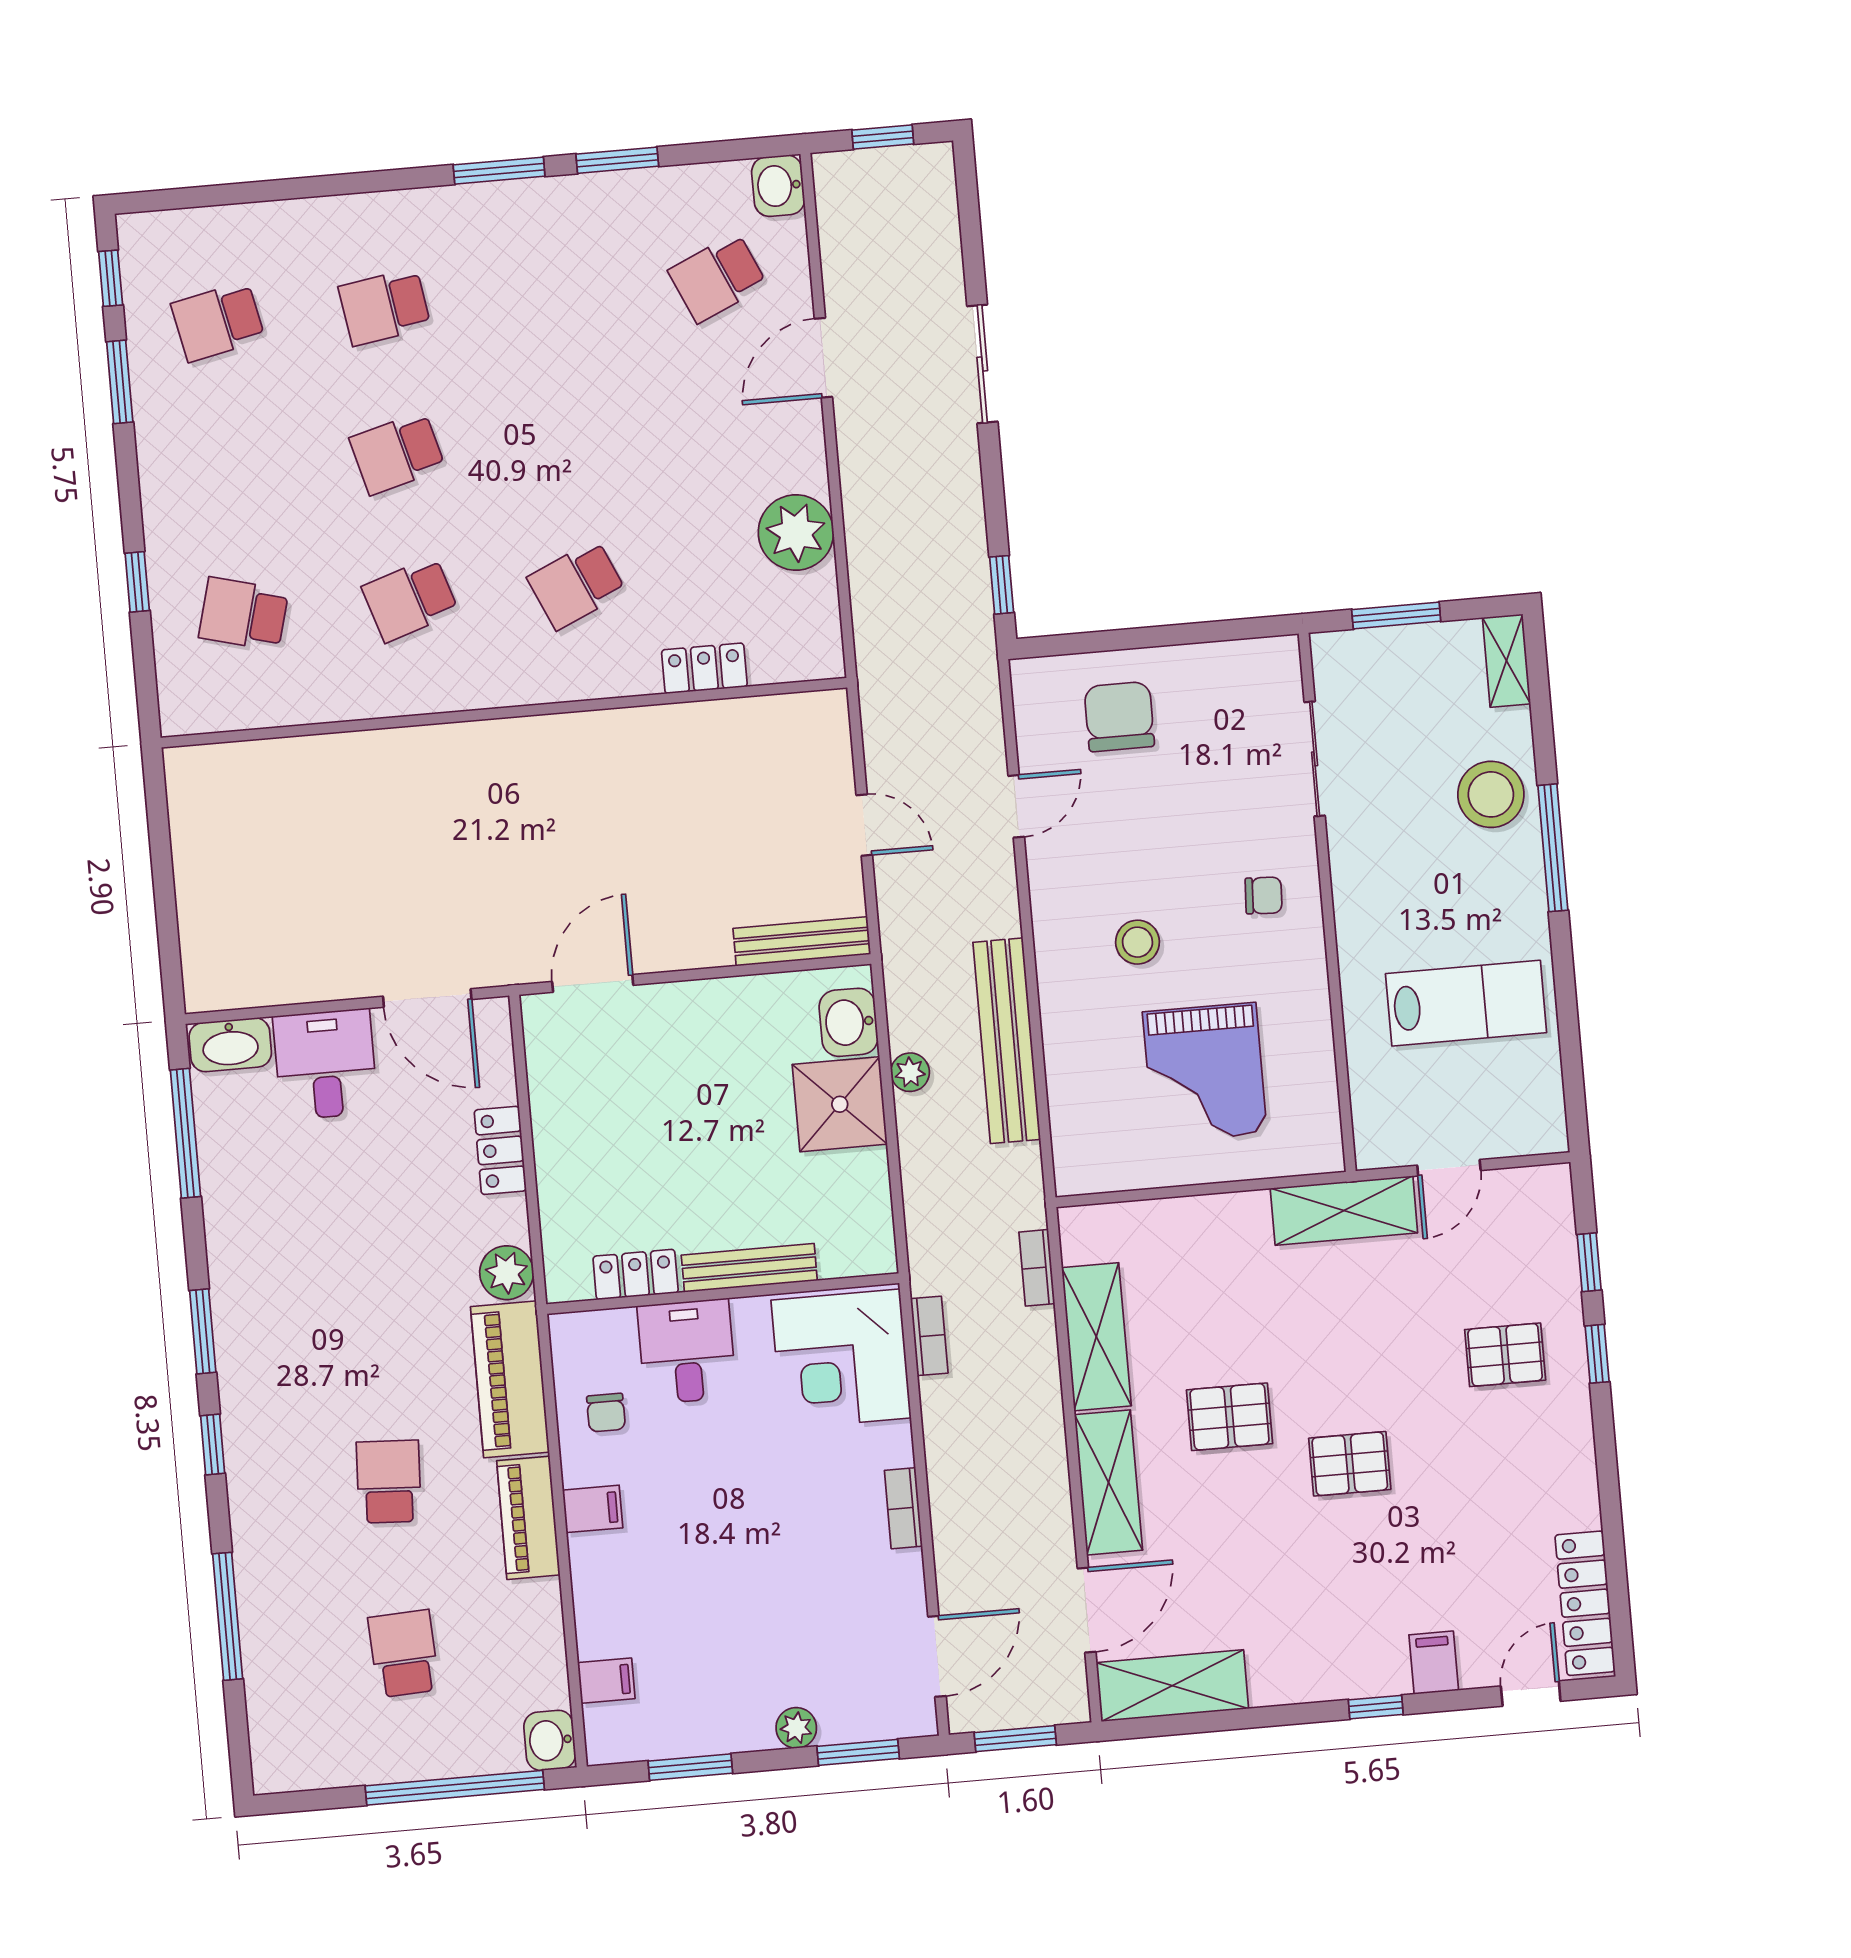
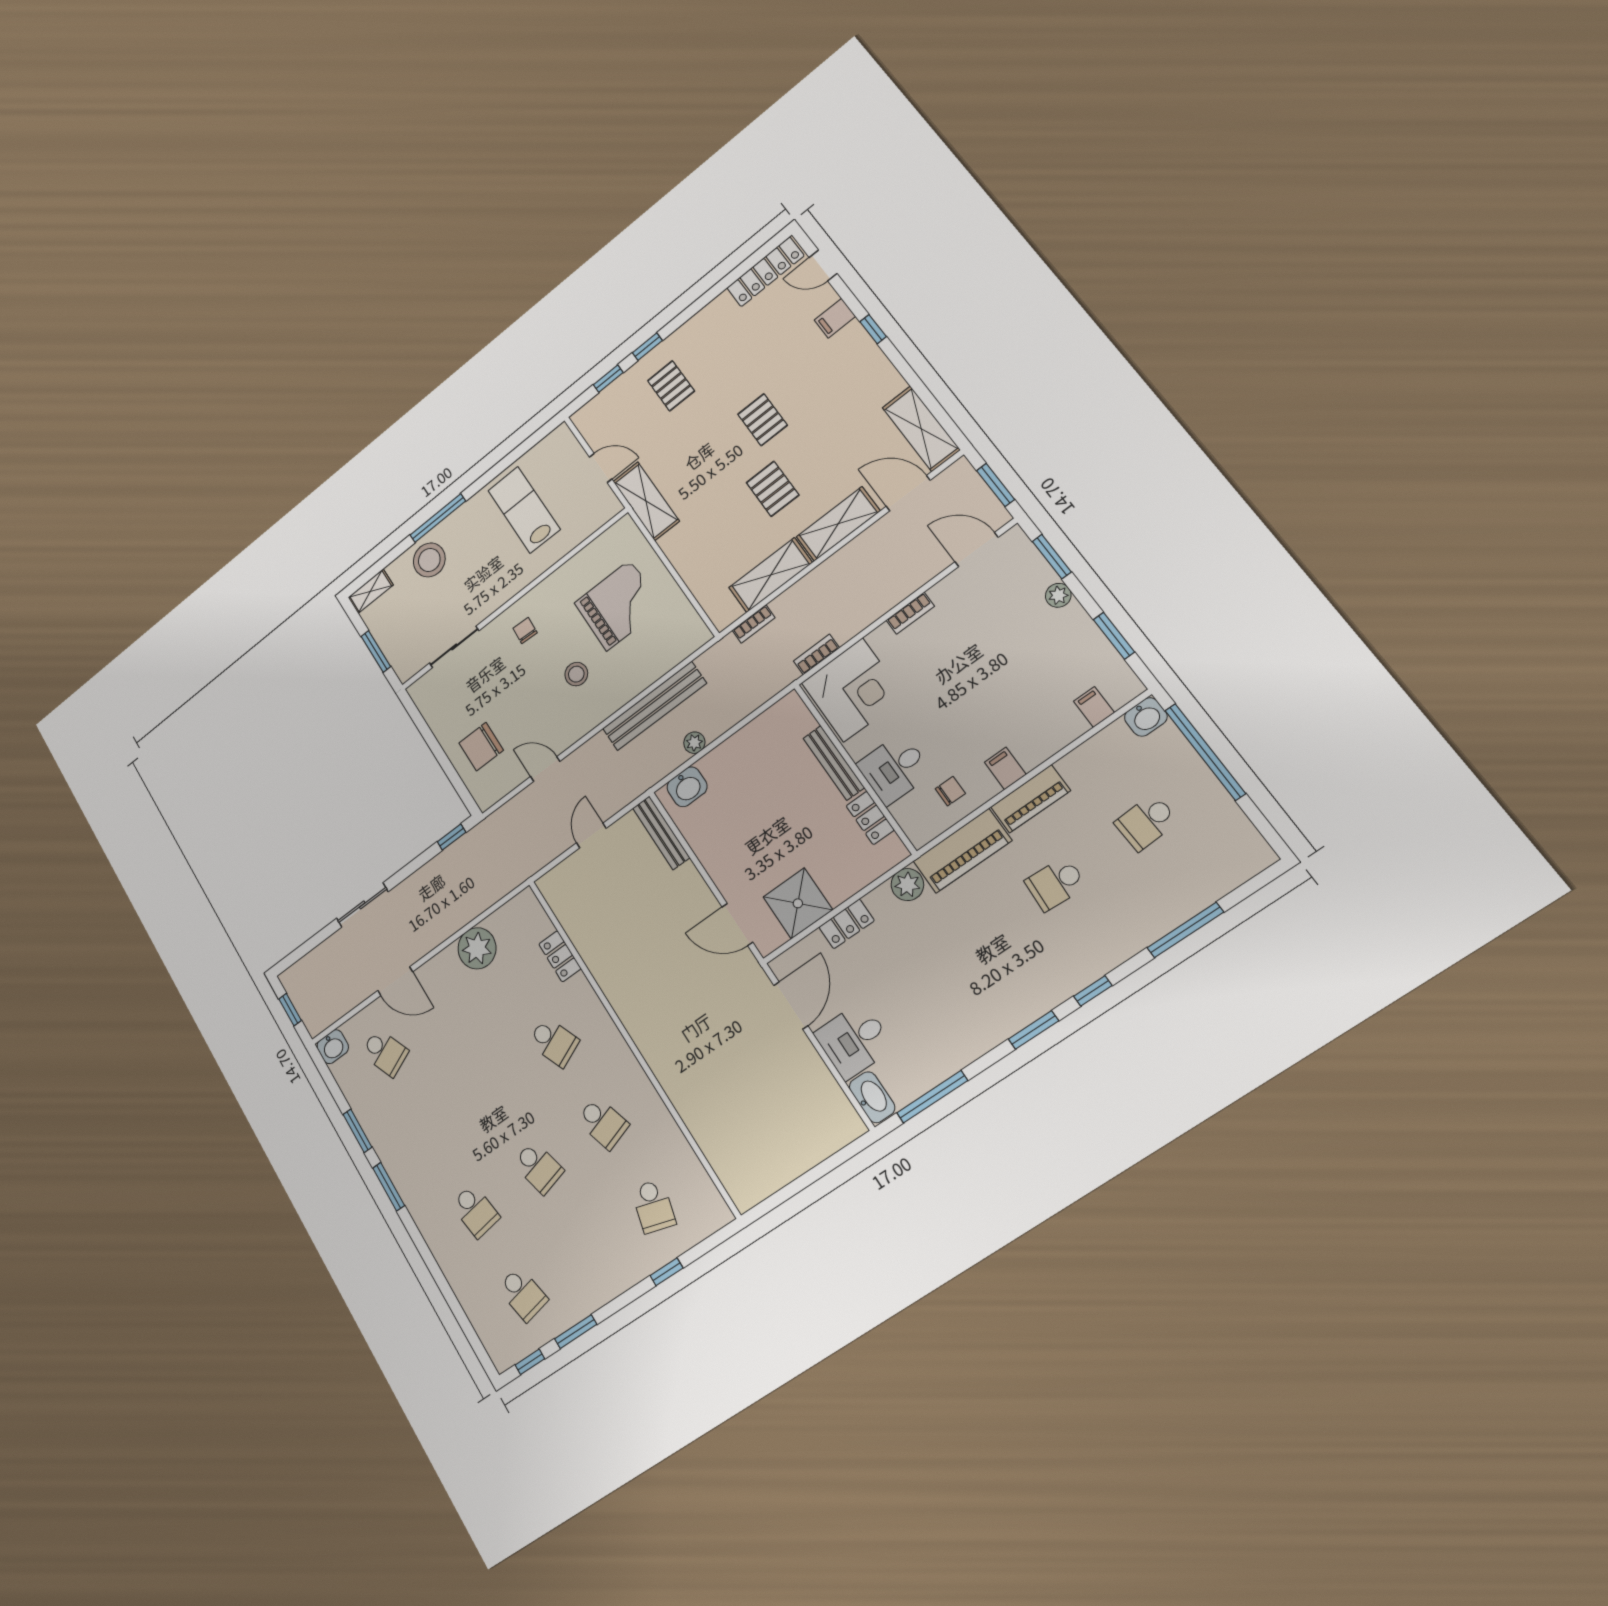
shower: (840, 1104) -> (798, 903), moved

